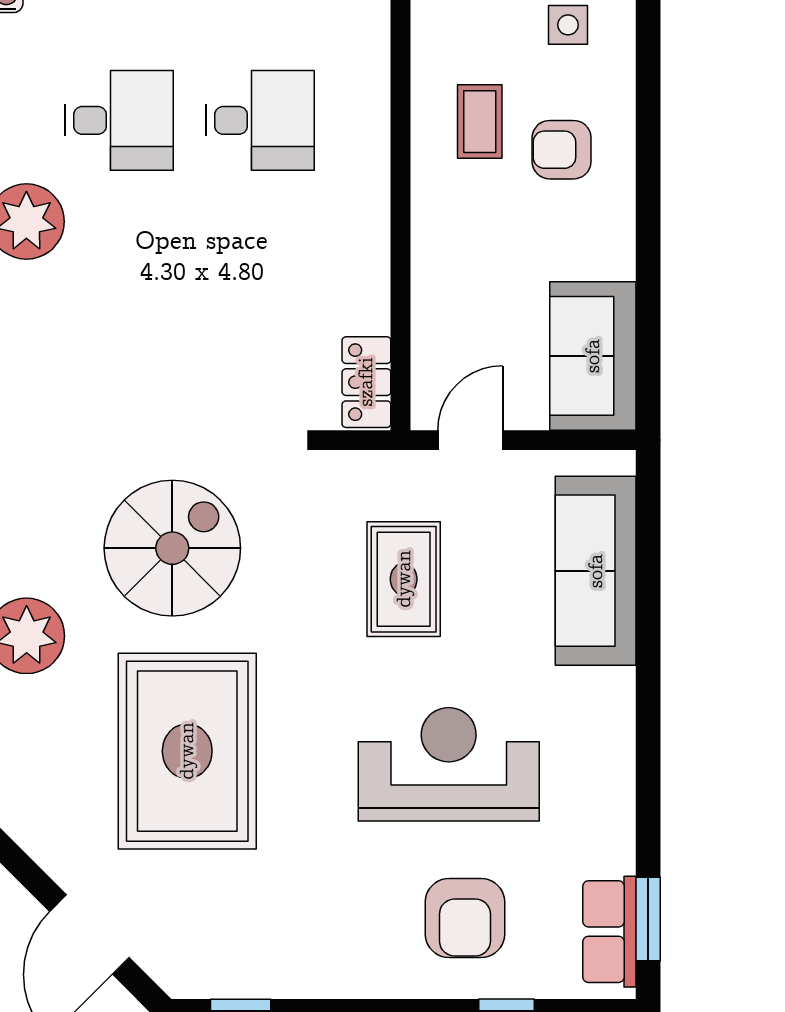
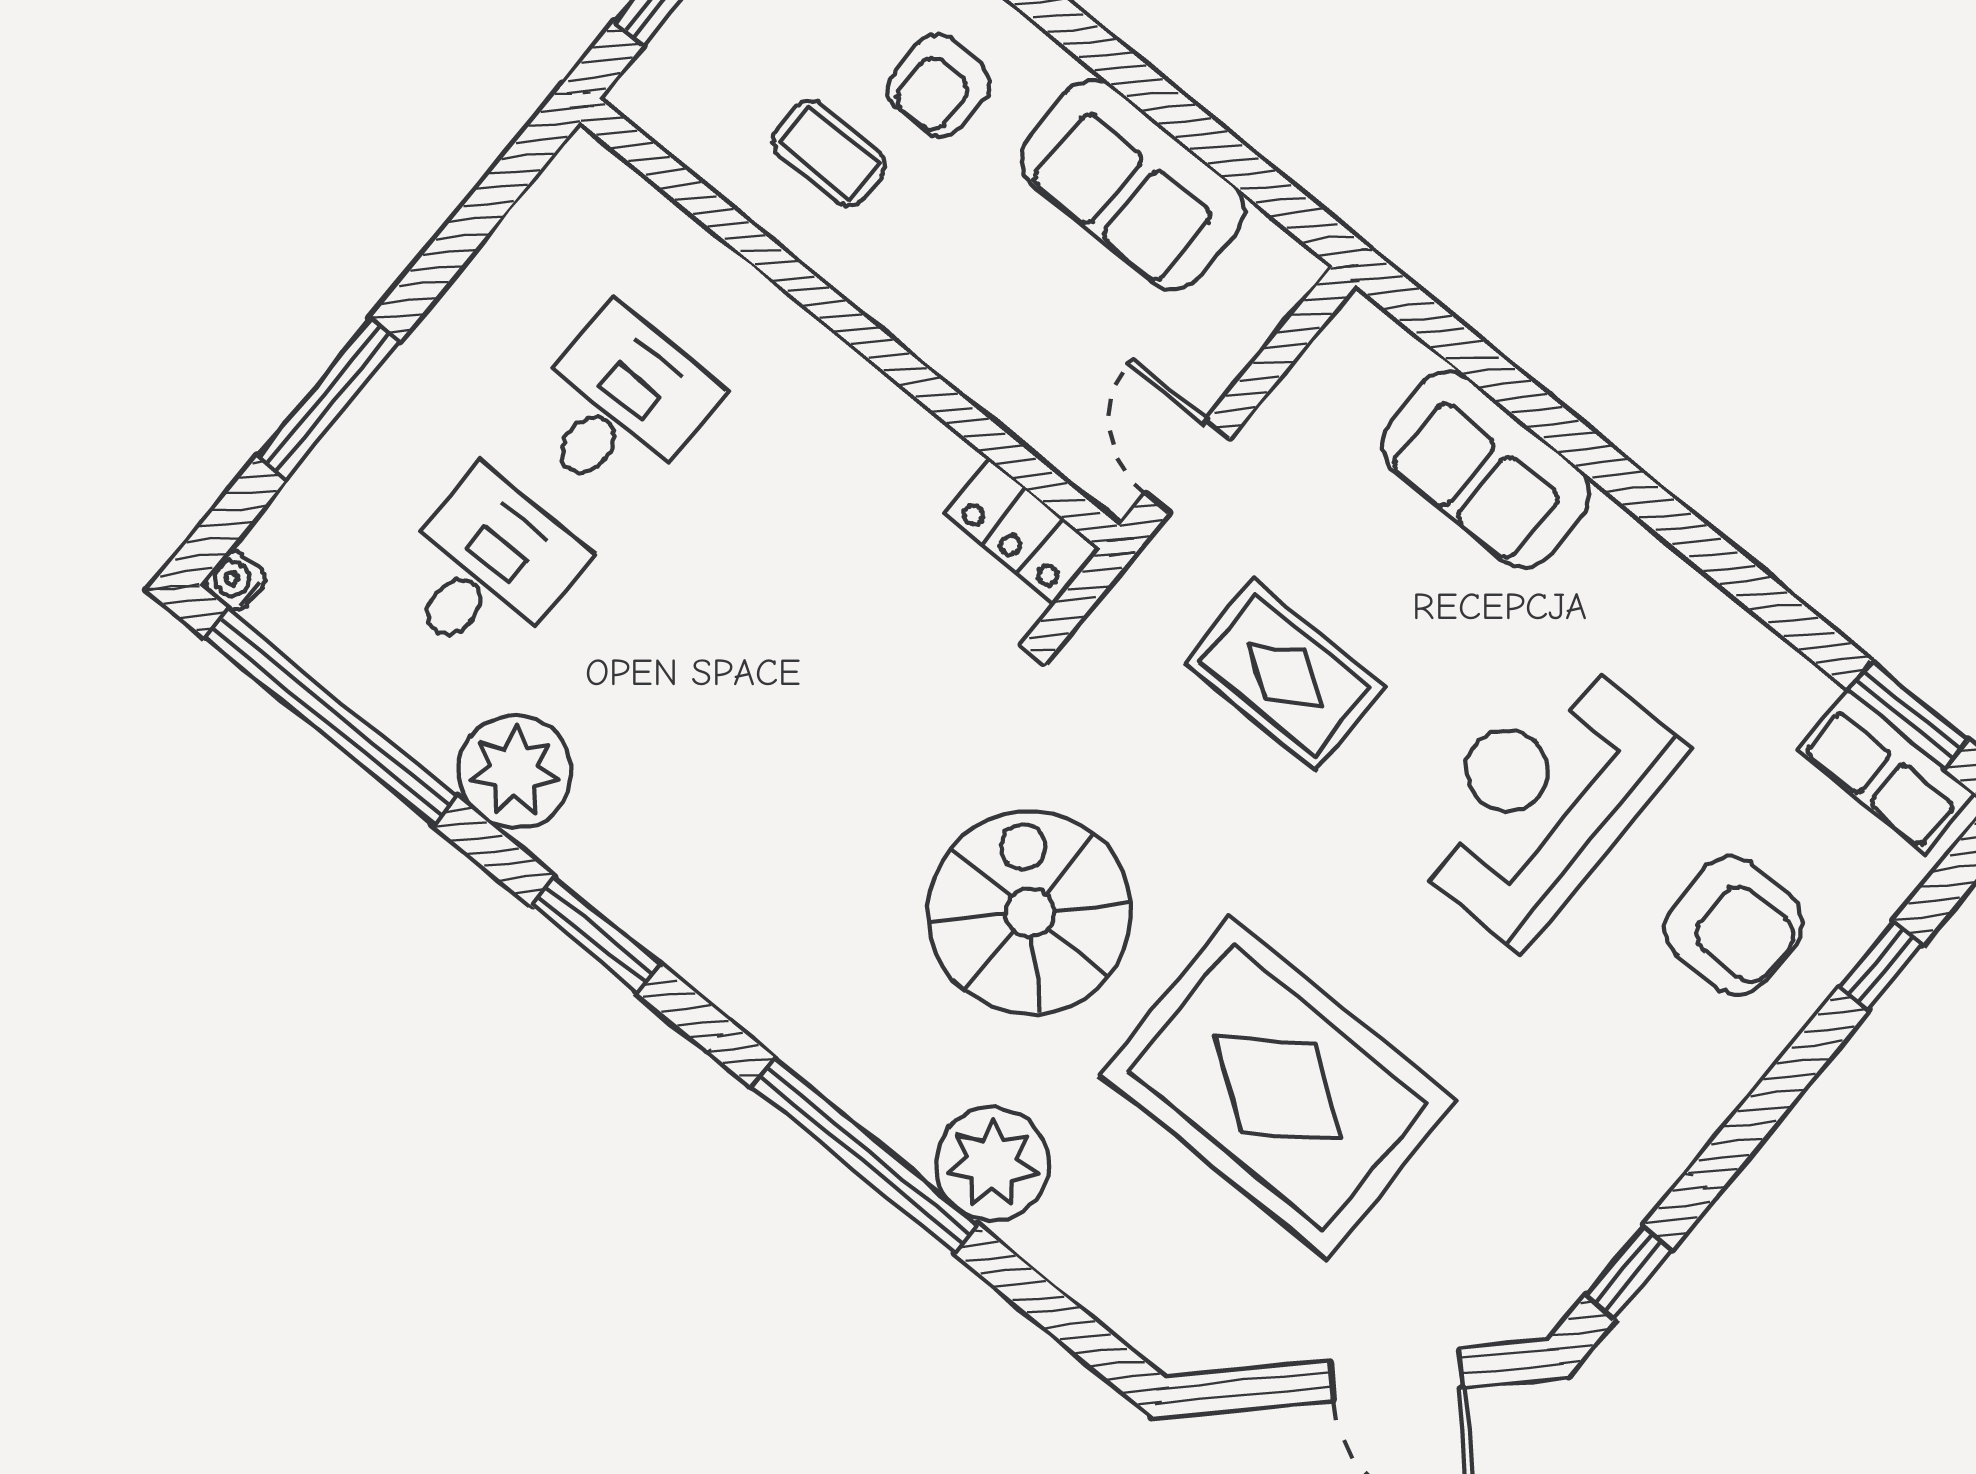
sofa: (593, 356) -> (1133, 185), moved
sofa: (596, 571) -> (1486, 469), width x0.73

